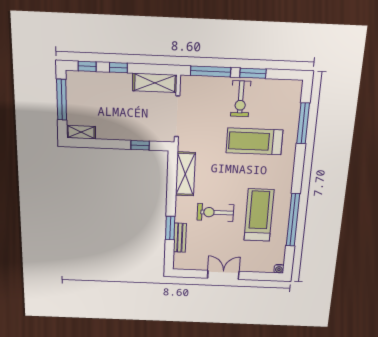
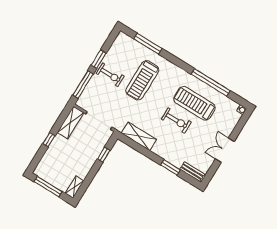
window: (87, 66) -> (37, 158), removed
exercise bike: (215, 212) -> (176, 121), moved, turned -90
bench: (180, 238) -> (192, 172), moved

